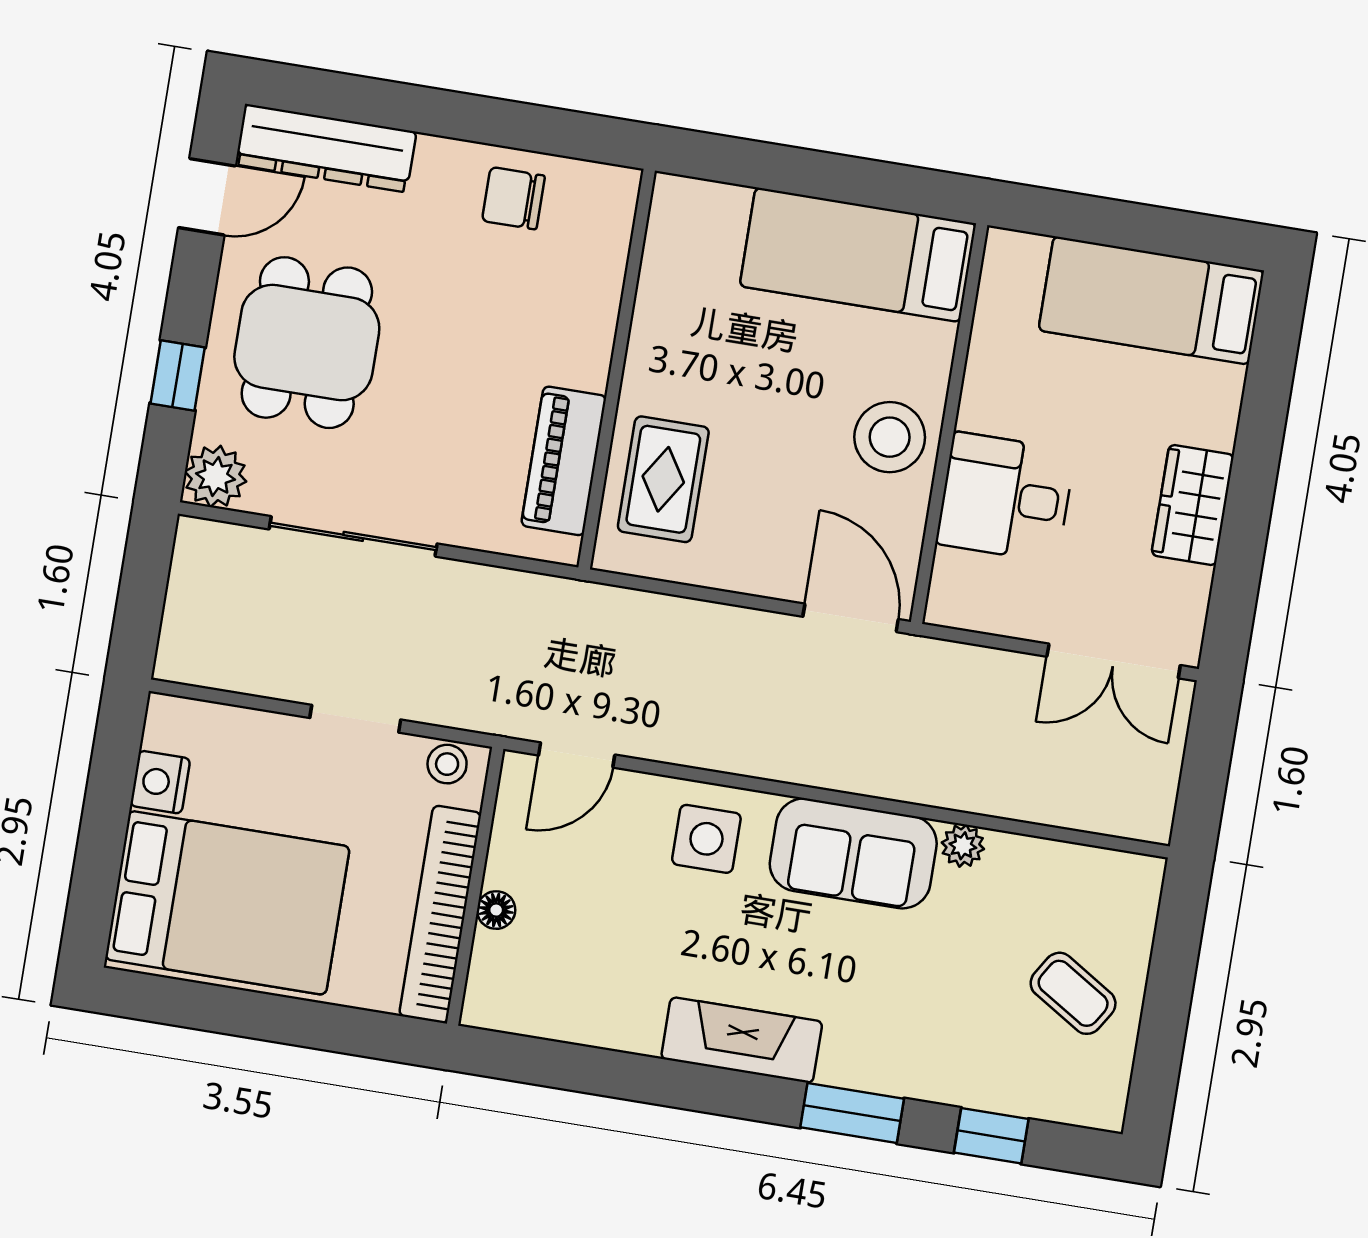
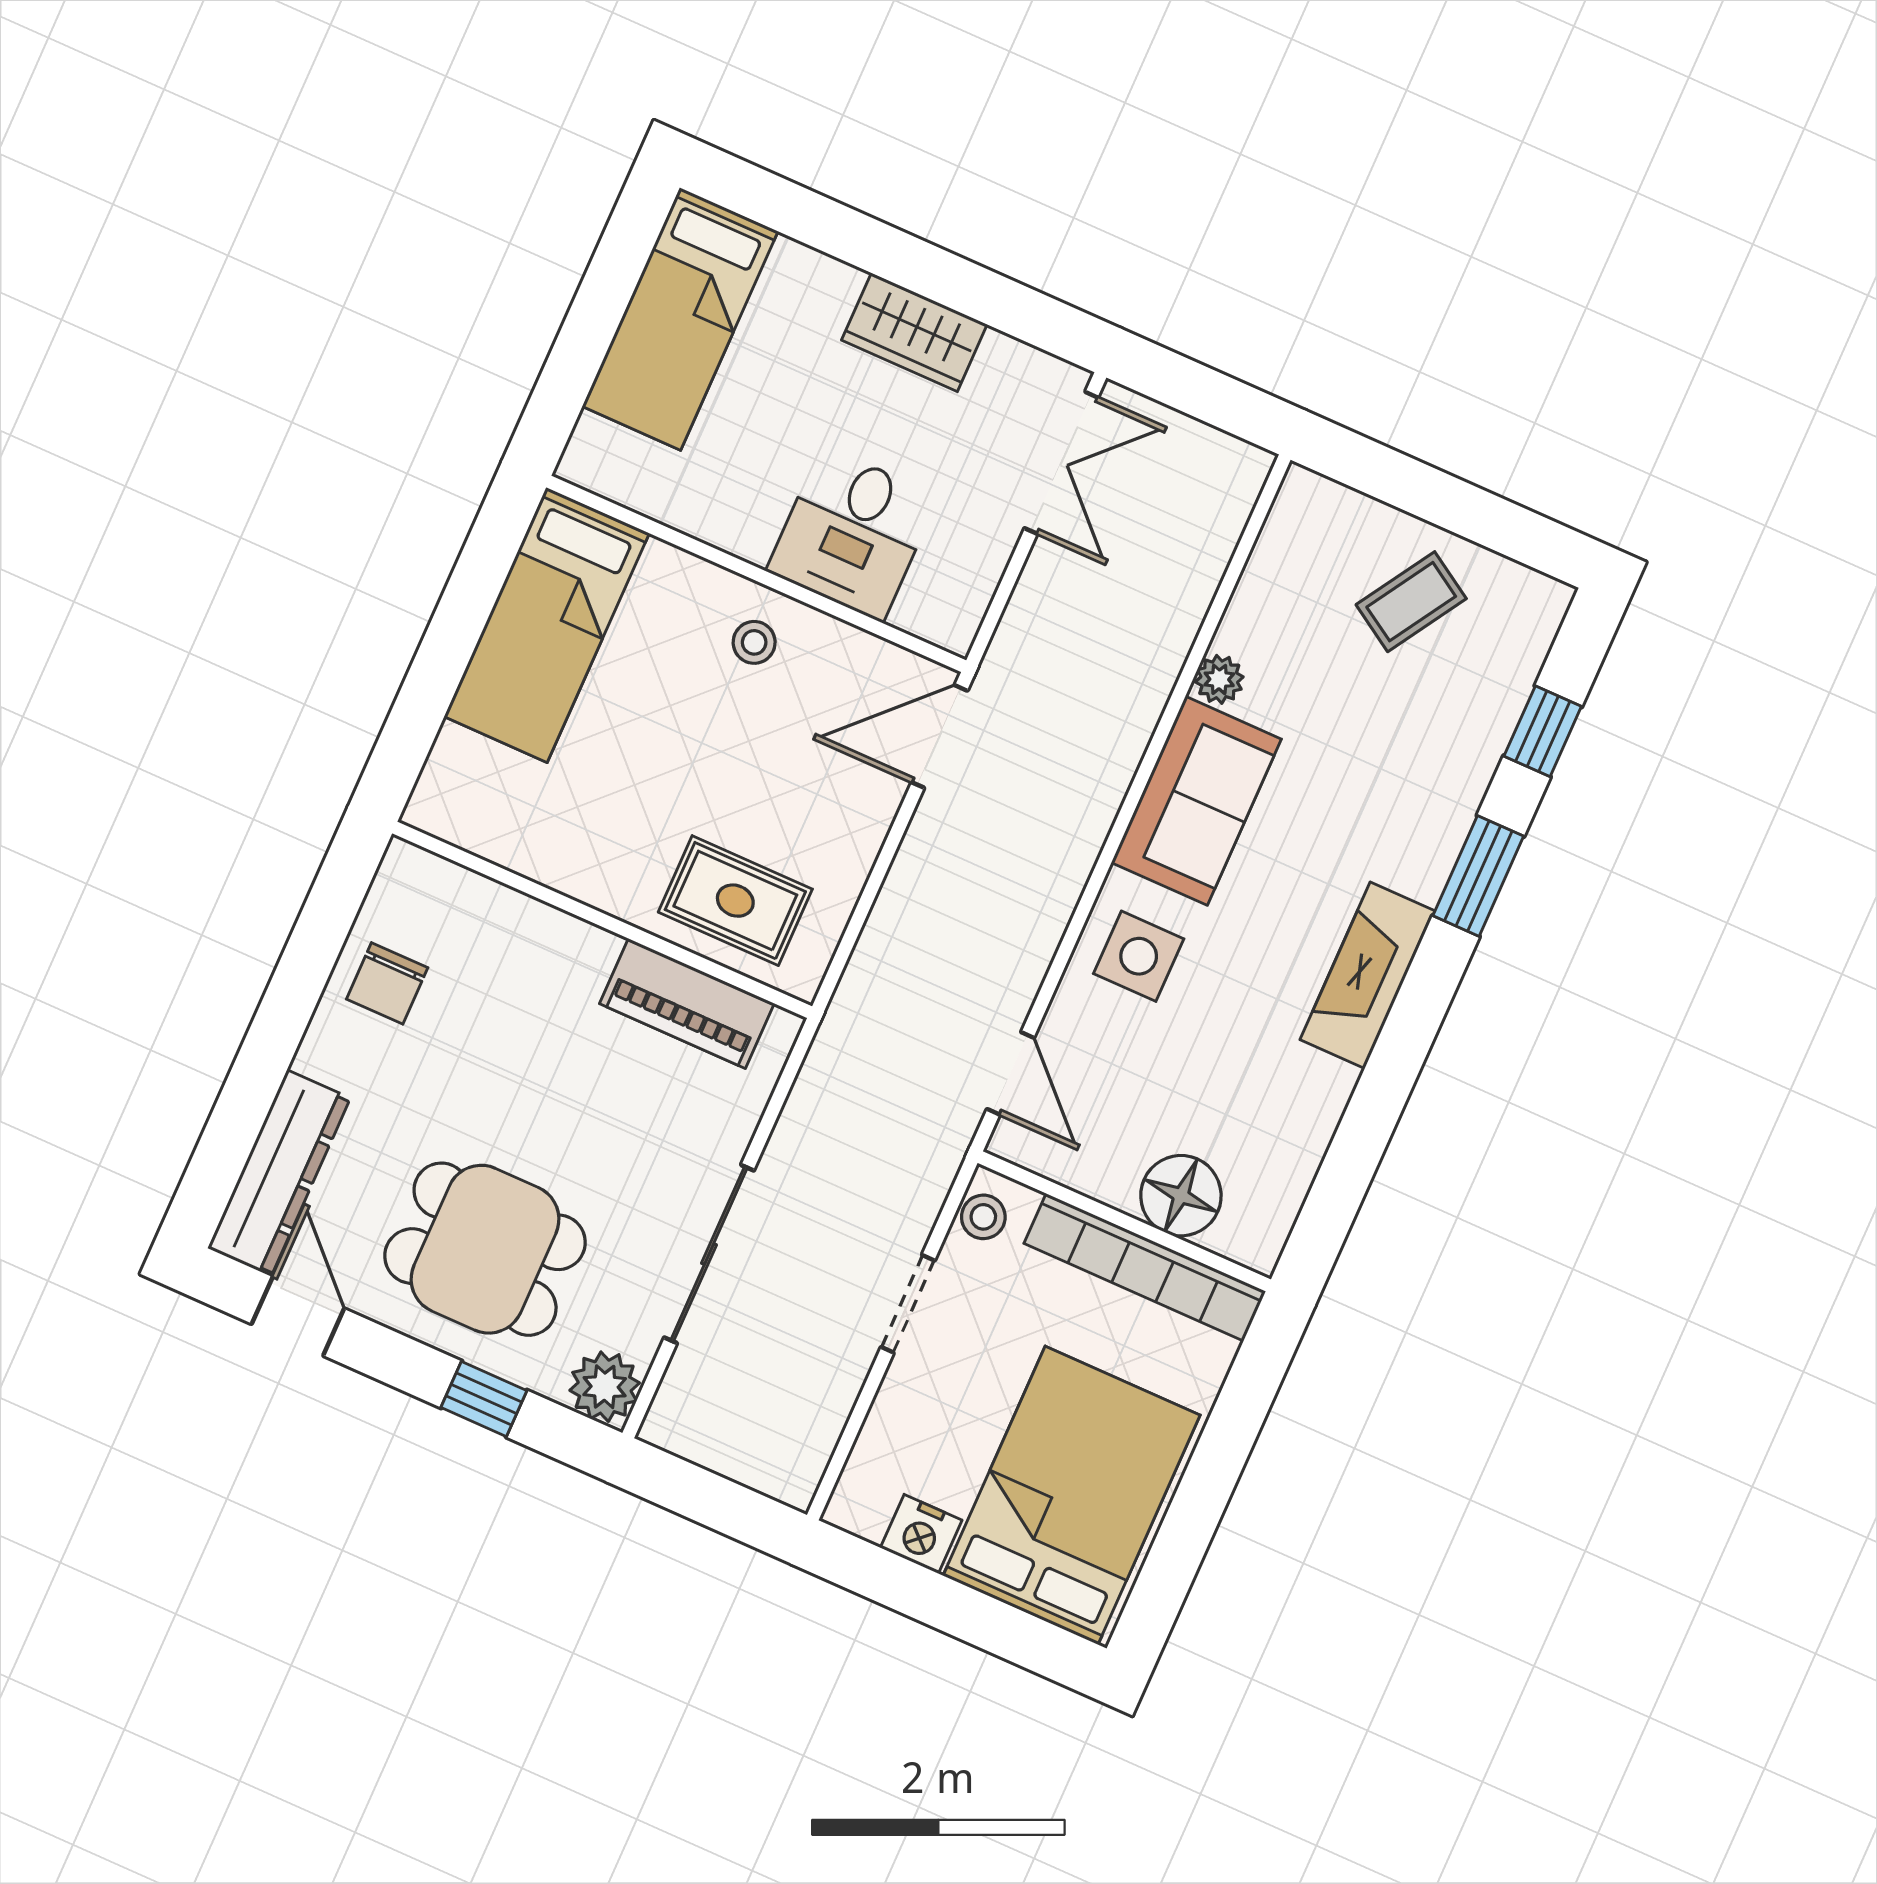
stool: (890, 437) -> (754, 642), width x0.53, depth x0.53
floor lamp: (496, 910) -> (1181, 1196), width x1.89, depth x1.89

